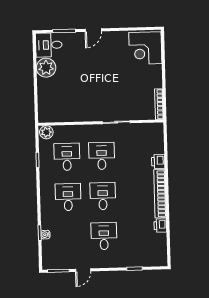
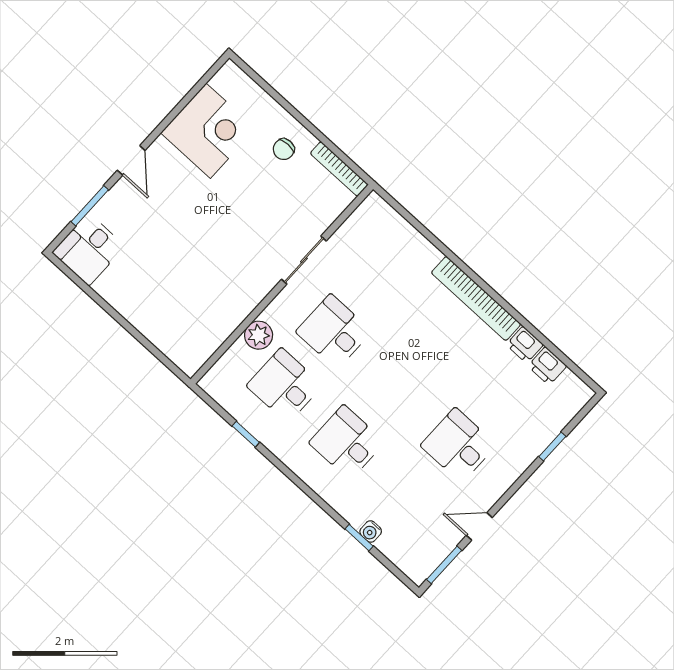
corner desk: (145, 48) -> (208, 131), moved, turned -90
plant: (46, 68) -> (119, 287), removed
chair: (148, 79) -> (284, 149), added
plant: (46, 132) -> (259, 335), moved
printer: (158, 162) -> (547, 366), moved
desk: (103, 196) -> (396, 388), removed
door: (83, 270) -> (479, 526), swing flipped

